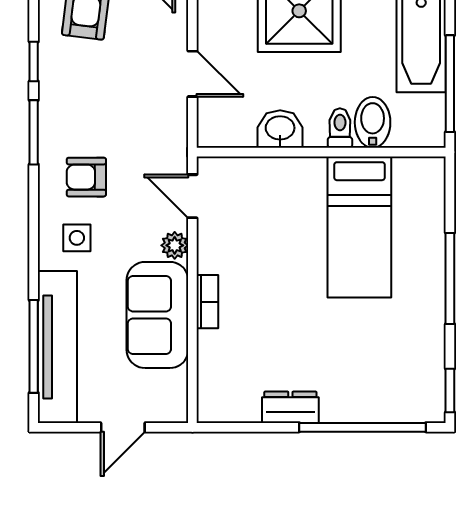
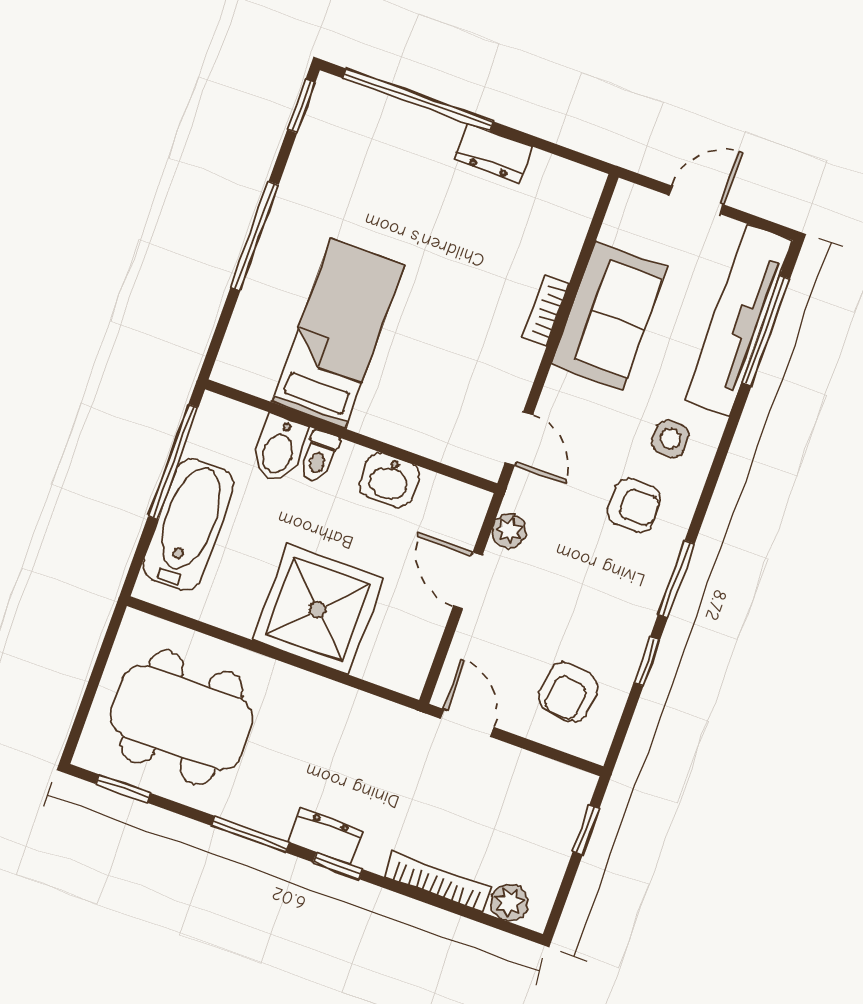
plant: (175, 245) -> (509, 531), moved

